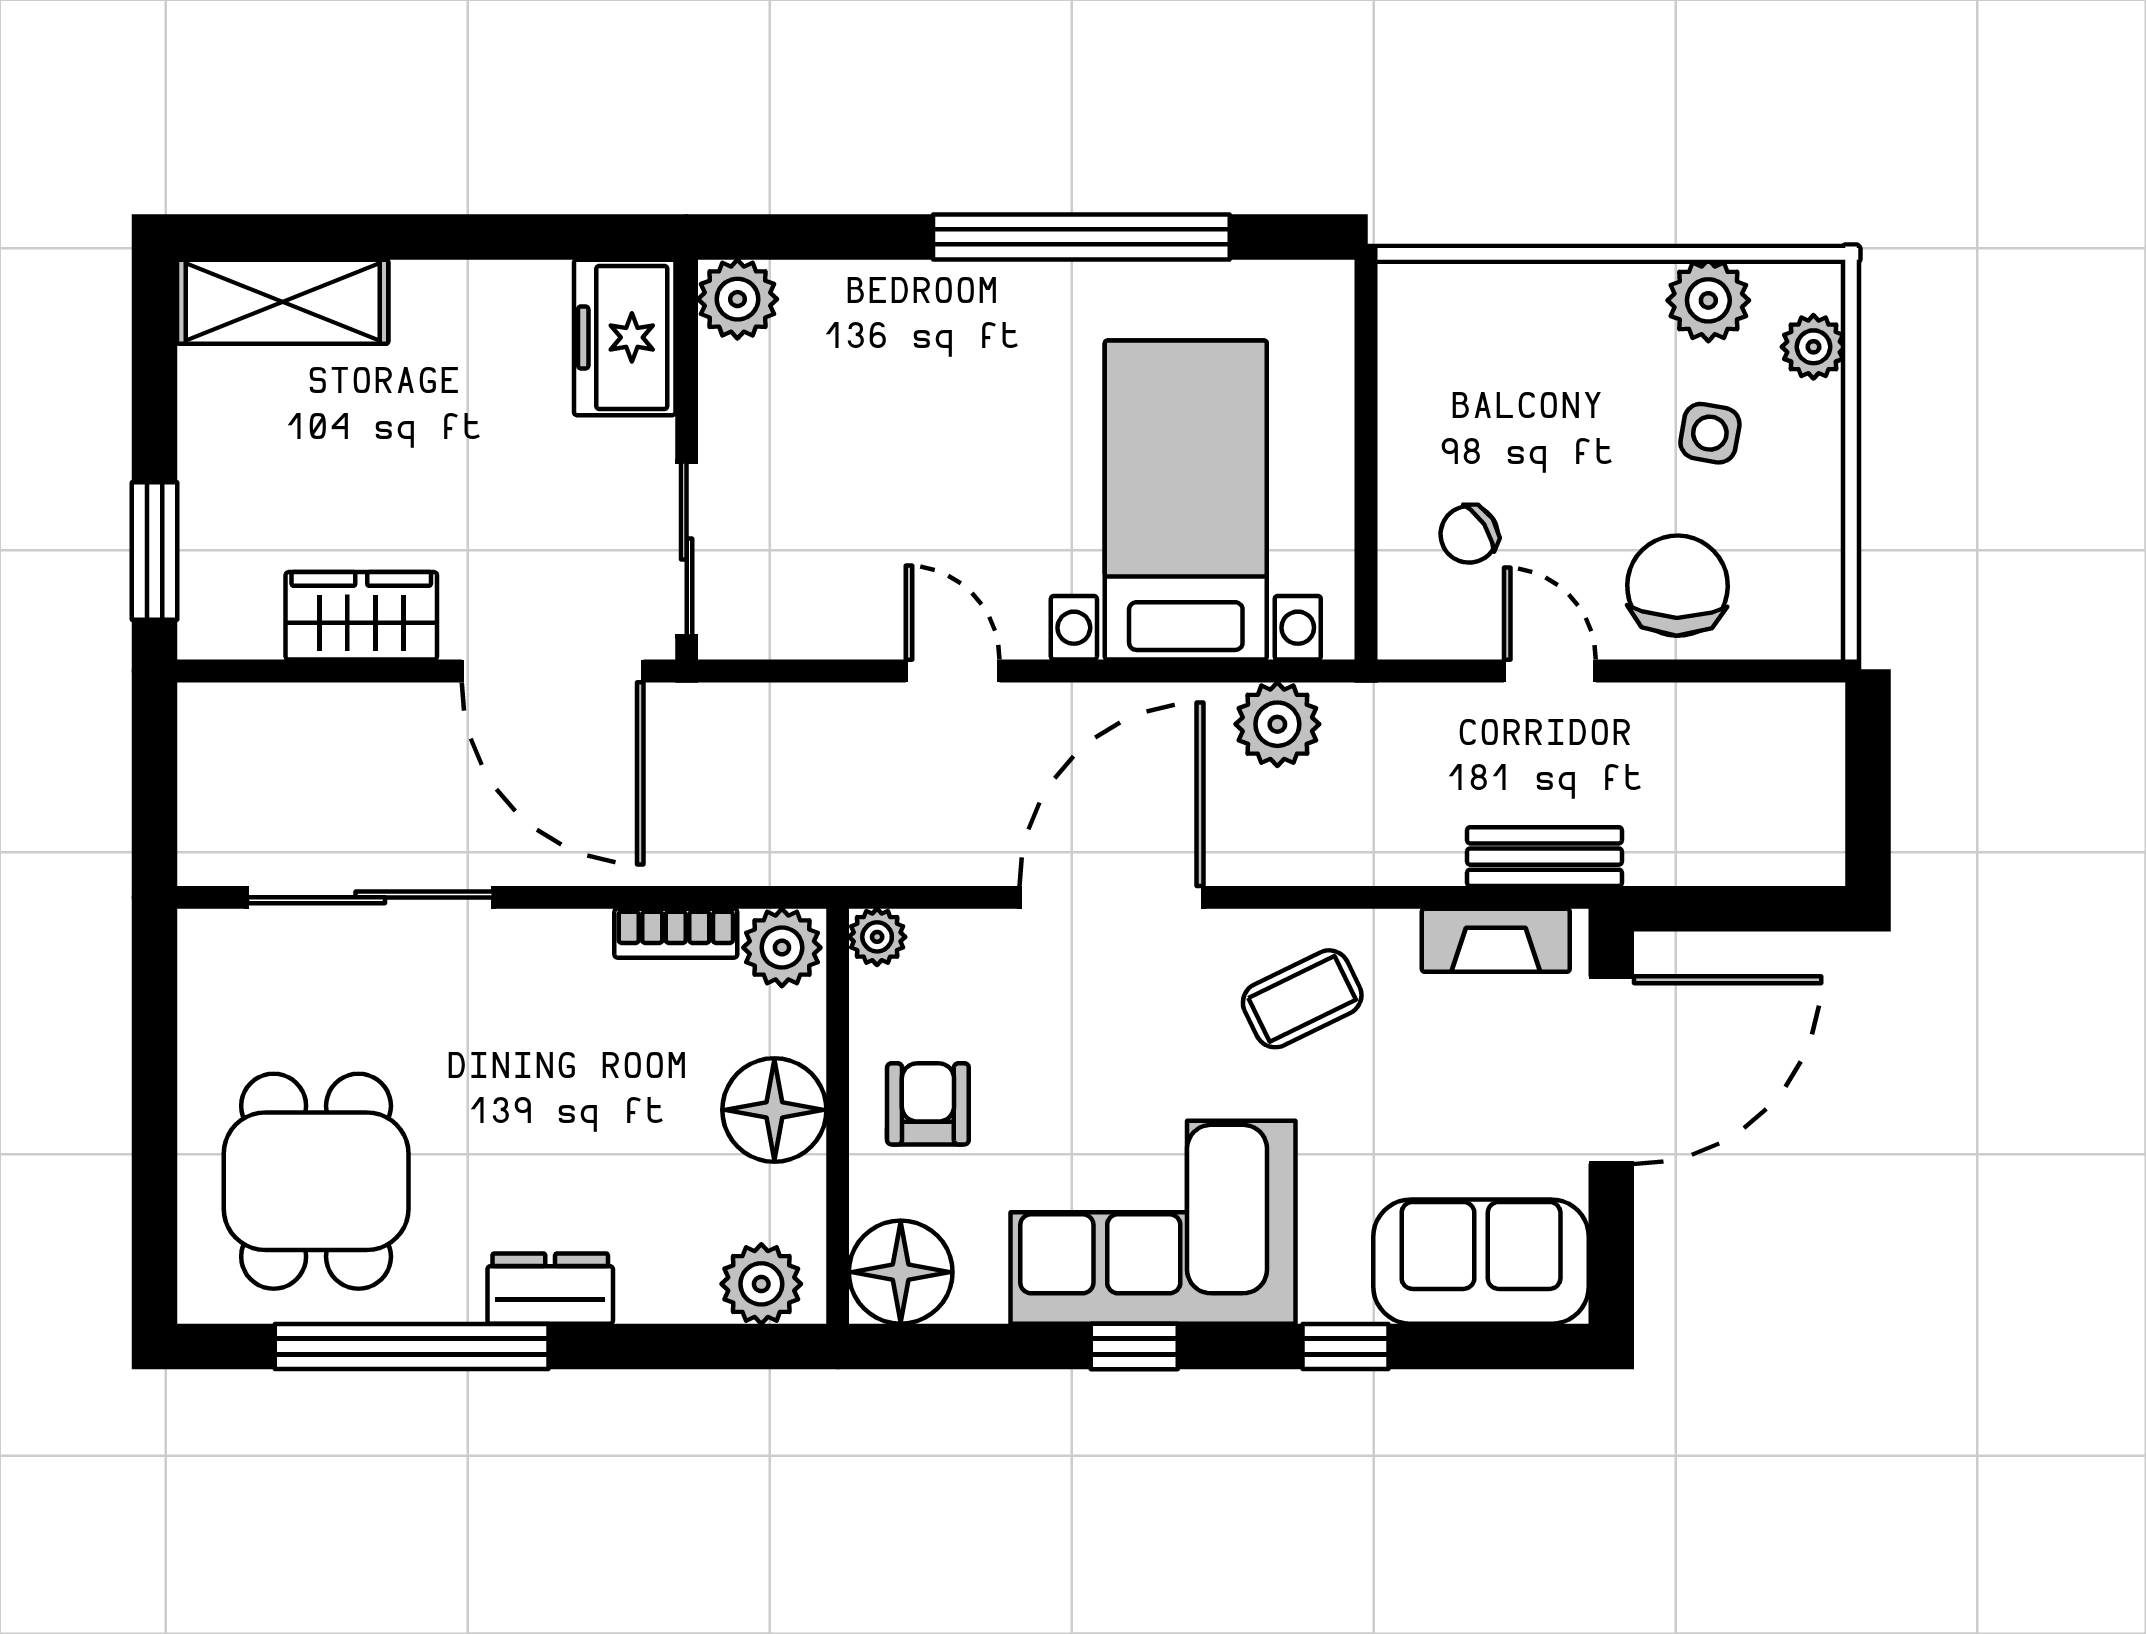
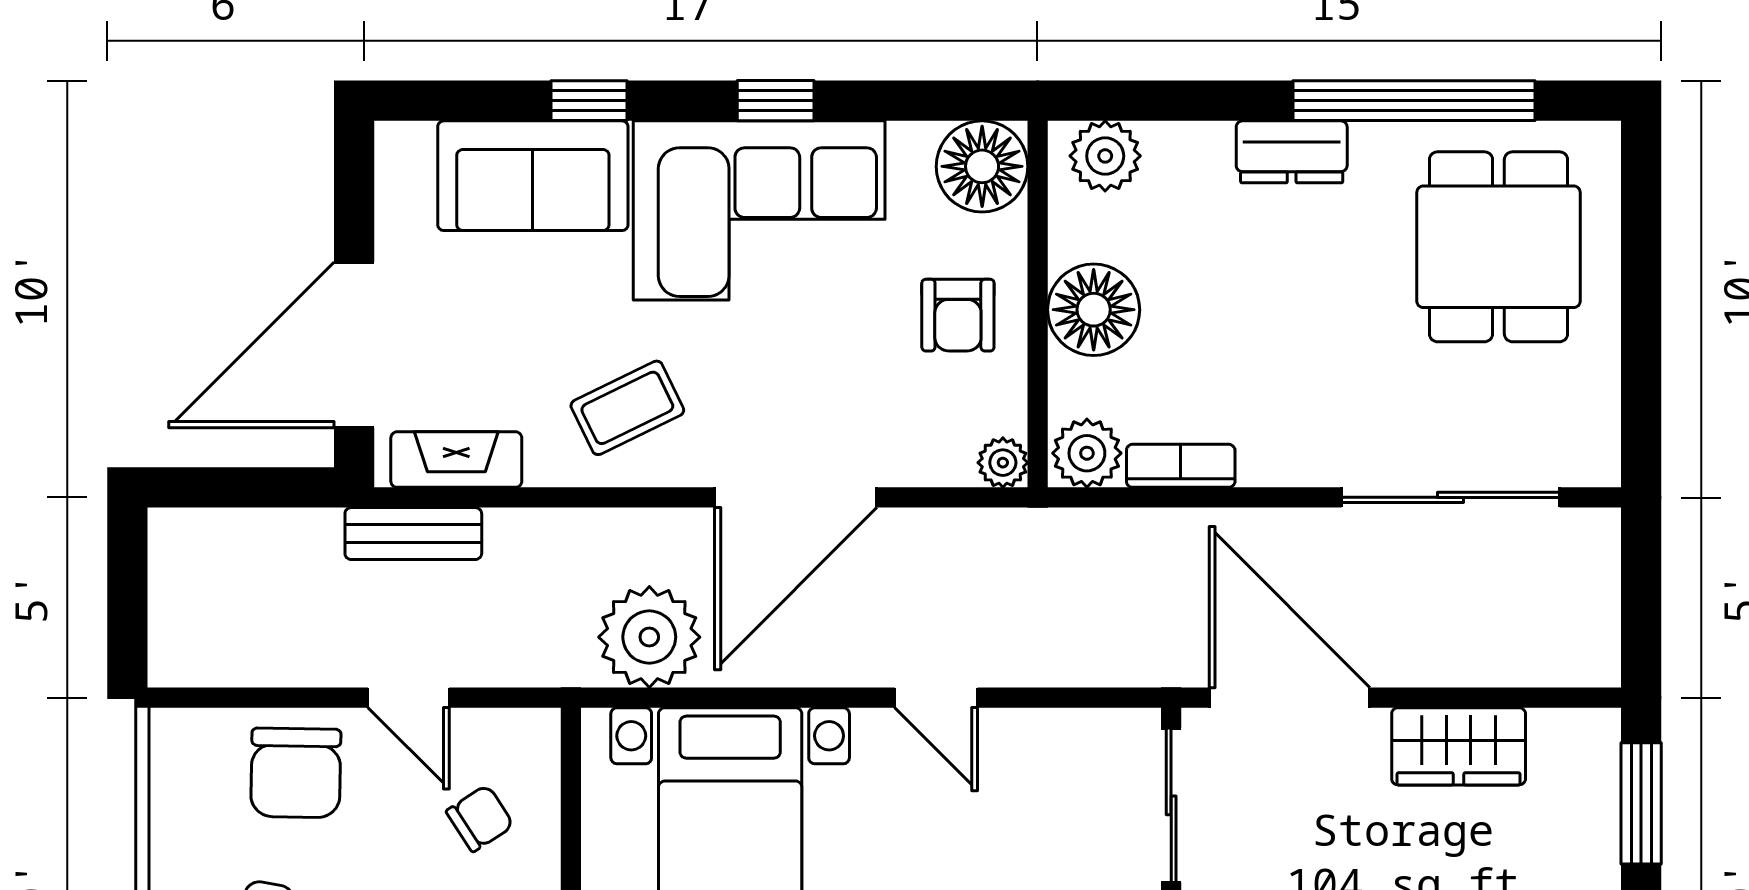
plant: (1277, 724) -> (649, 637), width x1.36, depth x1.36
sofa: (1481, 1262) -> (533, 176), moved

